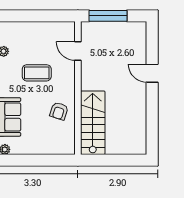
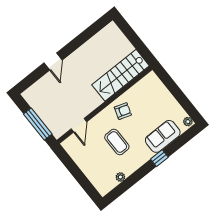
armchair: (59, 111) -> (123, 111), moved

